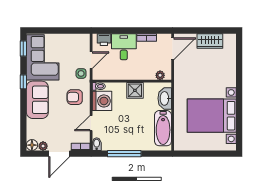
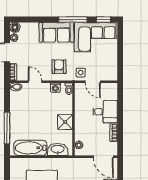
printer: (104, 40) -> (112, 93), removed
window: (23, 82) -> (73, 20), width x2.17
washing machine: (102, 101) -> (55, 87), width x0.53, depth x0.53
window: (124, 154) -> (7, 128), moved

